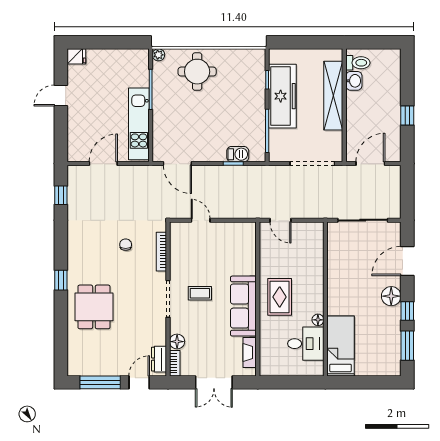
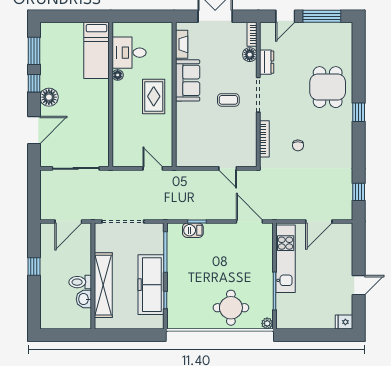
toilet: (358, 63) -> (80, 282), moved
sofa: (243, 306) -> (188, 80), width x0.73
dresser: (159, 359) -> (267, 62), moved

